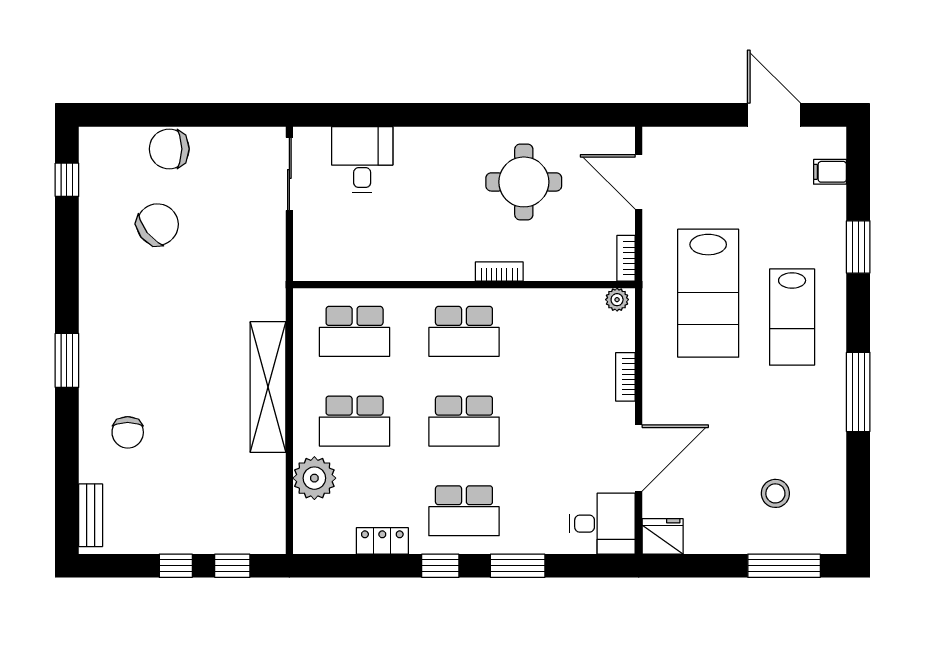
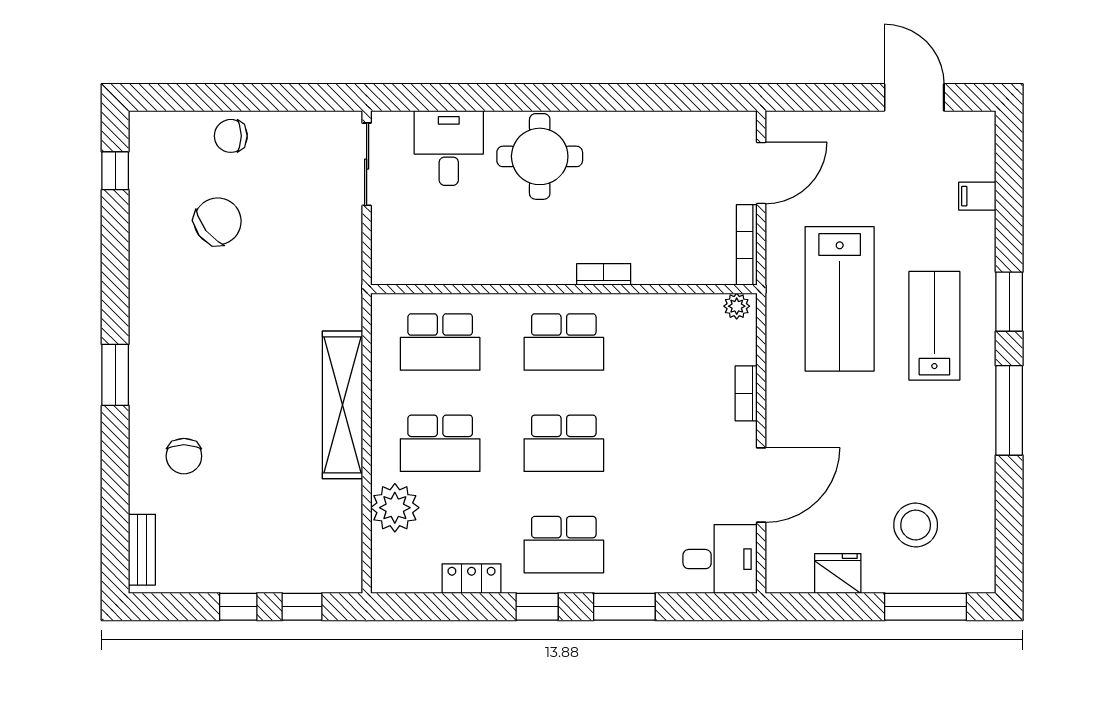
chair: (169, 149) -> (231, 136), width x0.73, depth x0.73
filing cabinet: (830, 172) -> (977, 196), moved
round table: (524, 182) -> (540, 156), moved
door: (639, 182) -> (761, 173), swing flipped
window: (858, 247) -> (1009, 302), moved
bookcase: (626, 258) -> (747, 245), width x1.56
lab bench: (792, 317) -> (934, 326), turned 180
stool: (775, 493) -> (916, 525), width x1.38, depth x1.38
fridge: (663, 536) -> (838, 574), moved

